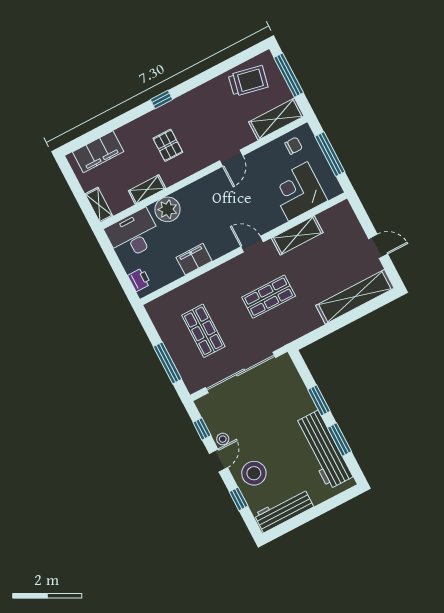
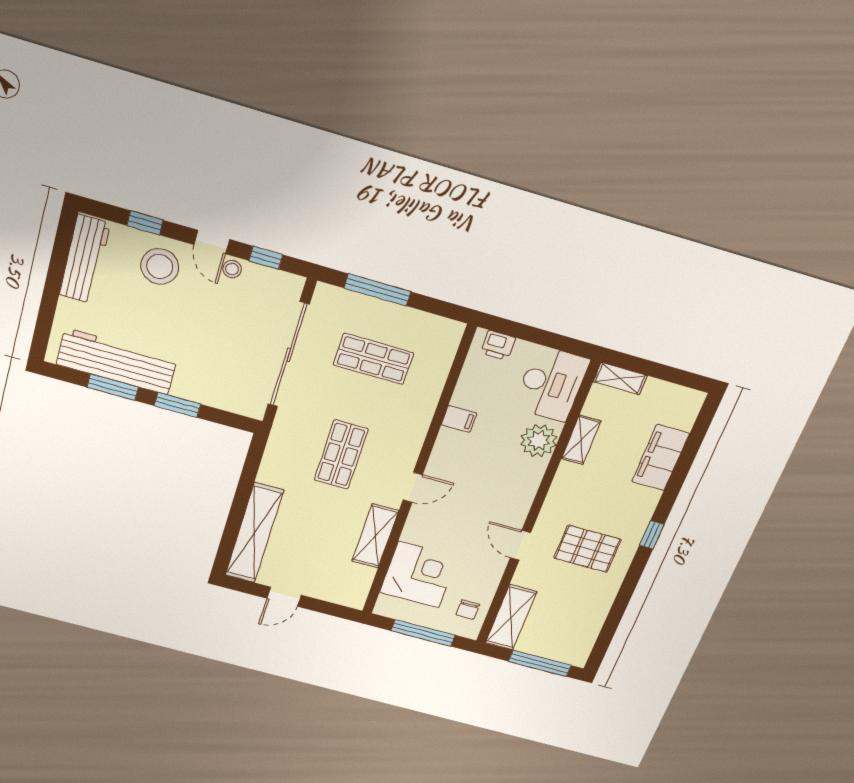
trolley: (248, 81) -> (576, 625), removed
pallet: (168, 145) -> (588, 549), moved, width x1.50, depth x1.42
filing cabinet: (98, 152) -> (661, 458), moved
filing cabinet: (194, 259) -> (459, 419), width x0.50

